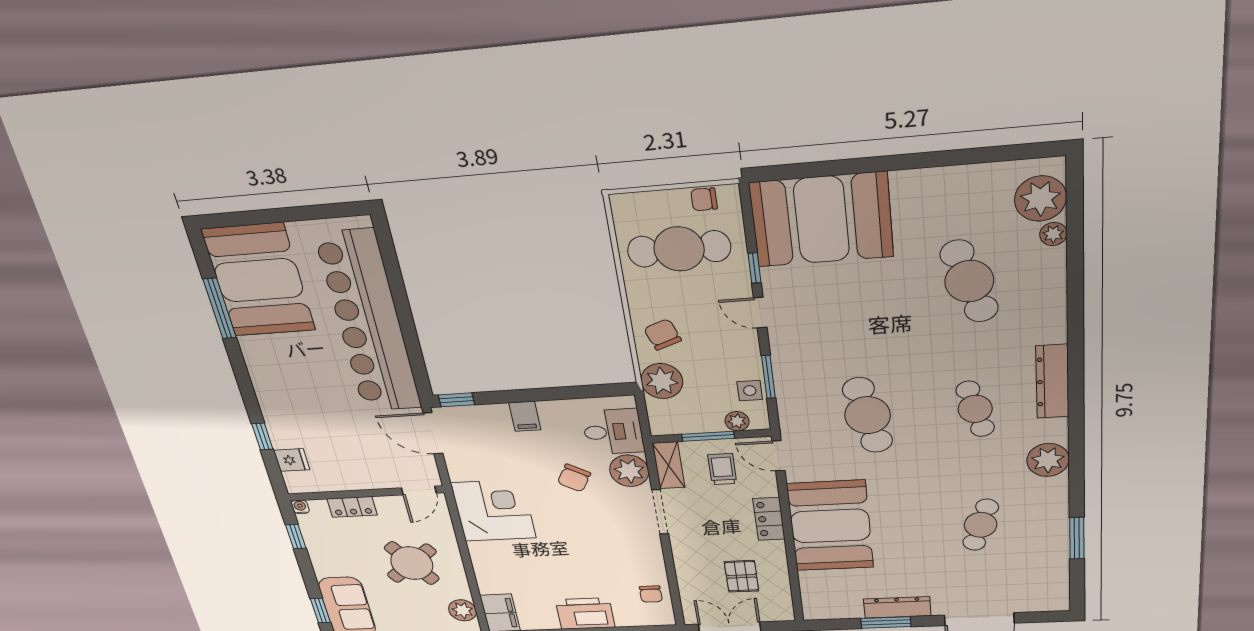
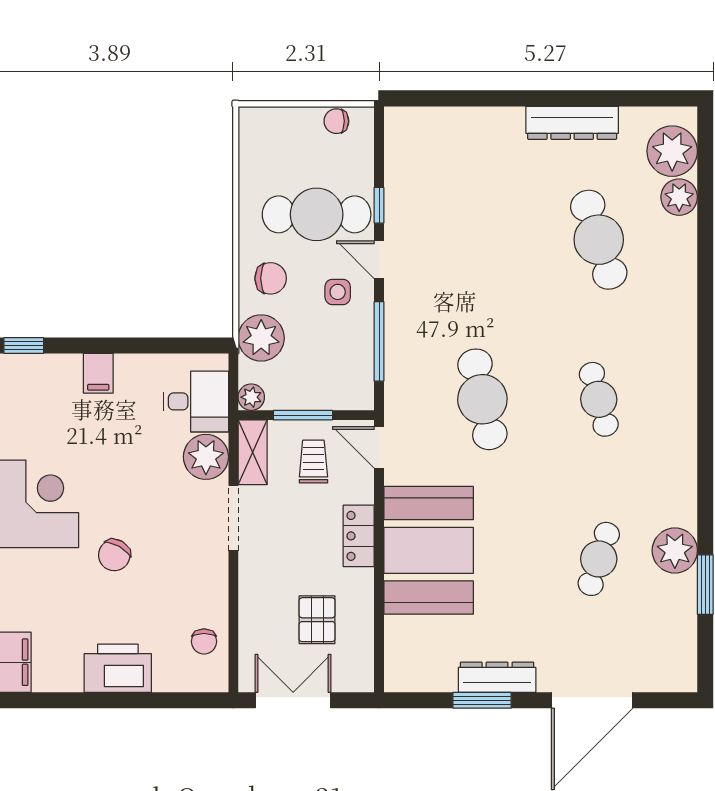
booth: (822, 220) -> (454, 155), removed
plant: (1053, 234) -> (679, 197), width x1.38, depth x1.38
cafe table: (679, 249) -> (317, 214), moved
chair: (663, 335) -> (271, 278), turned 110
window: (768, 377) -> (379, 341), width x1.44
dresser: (1052, 381) -> (572, 123), moved, turned -90
side table: (750, 391) -> (338, 292), moved
plant: (737, 421) -> (251, 397), moved
plant: (1048, 460) -> (675, 550), moved
chair: (574, 478) -> (114, 555), moved

